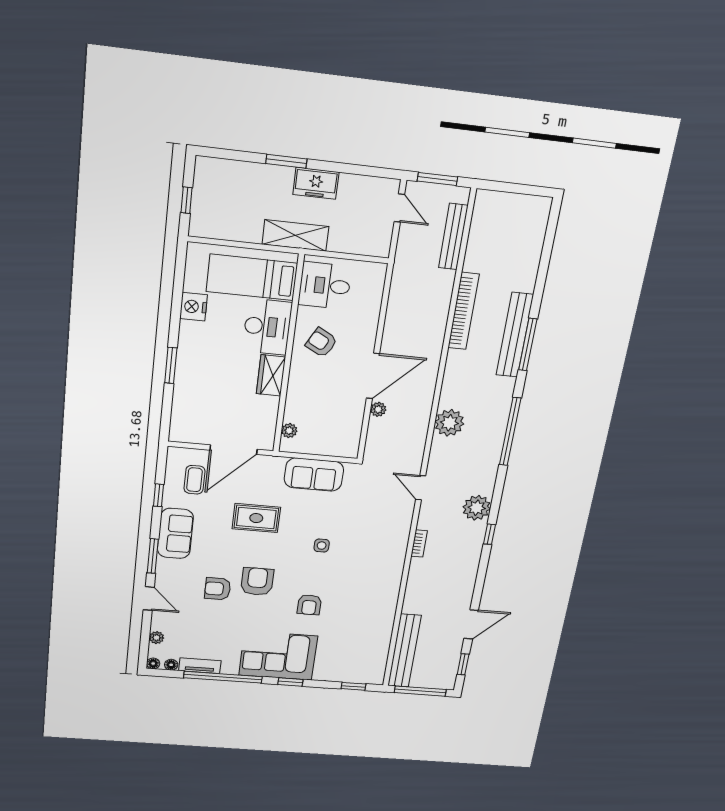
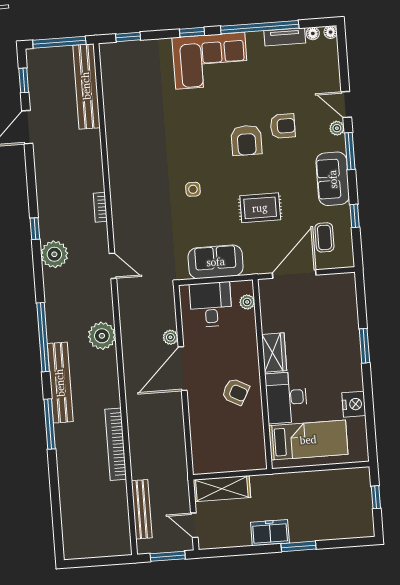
shelving: (295, 235) -> (222, 489), moved
desk: (325, 286) -> (211, 304), moved, turned -90
bench: (515, 335) -> (60, 383), moved
armchair: (309, 605) -> (191, 123), removed
plant: (157, 638) -> (337, 128), moved

